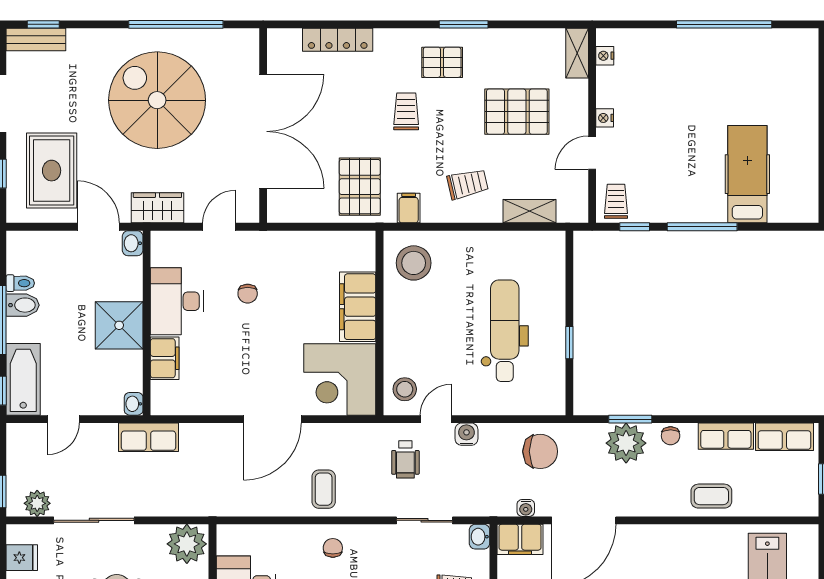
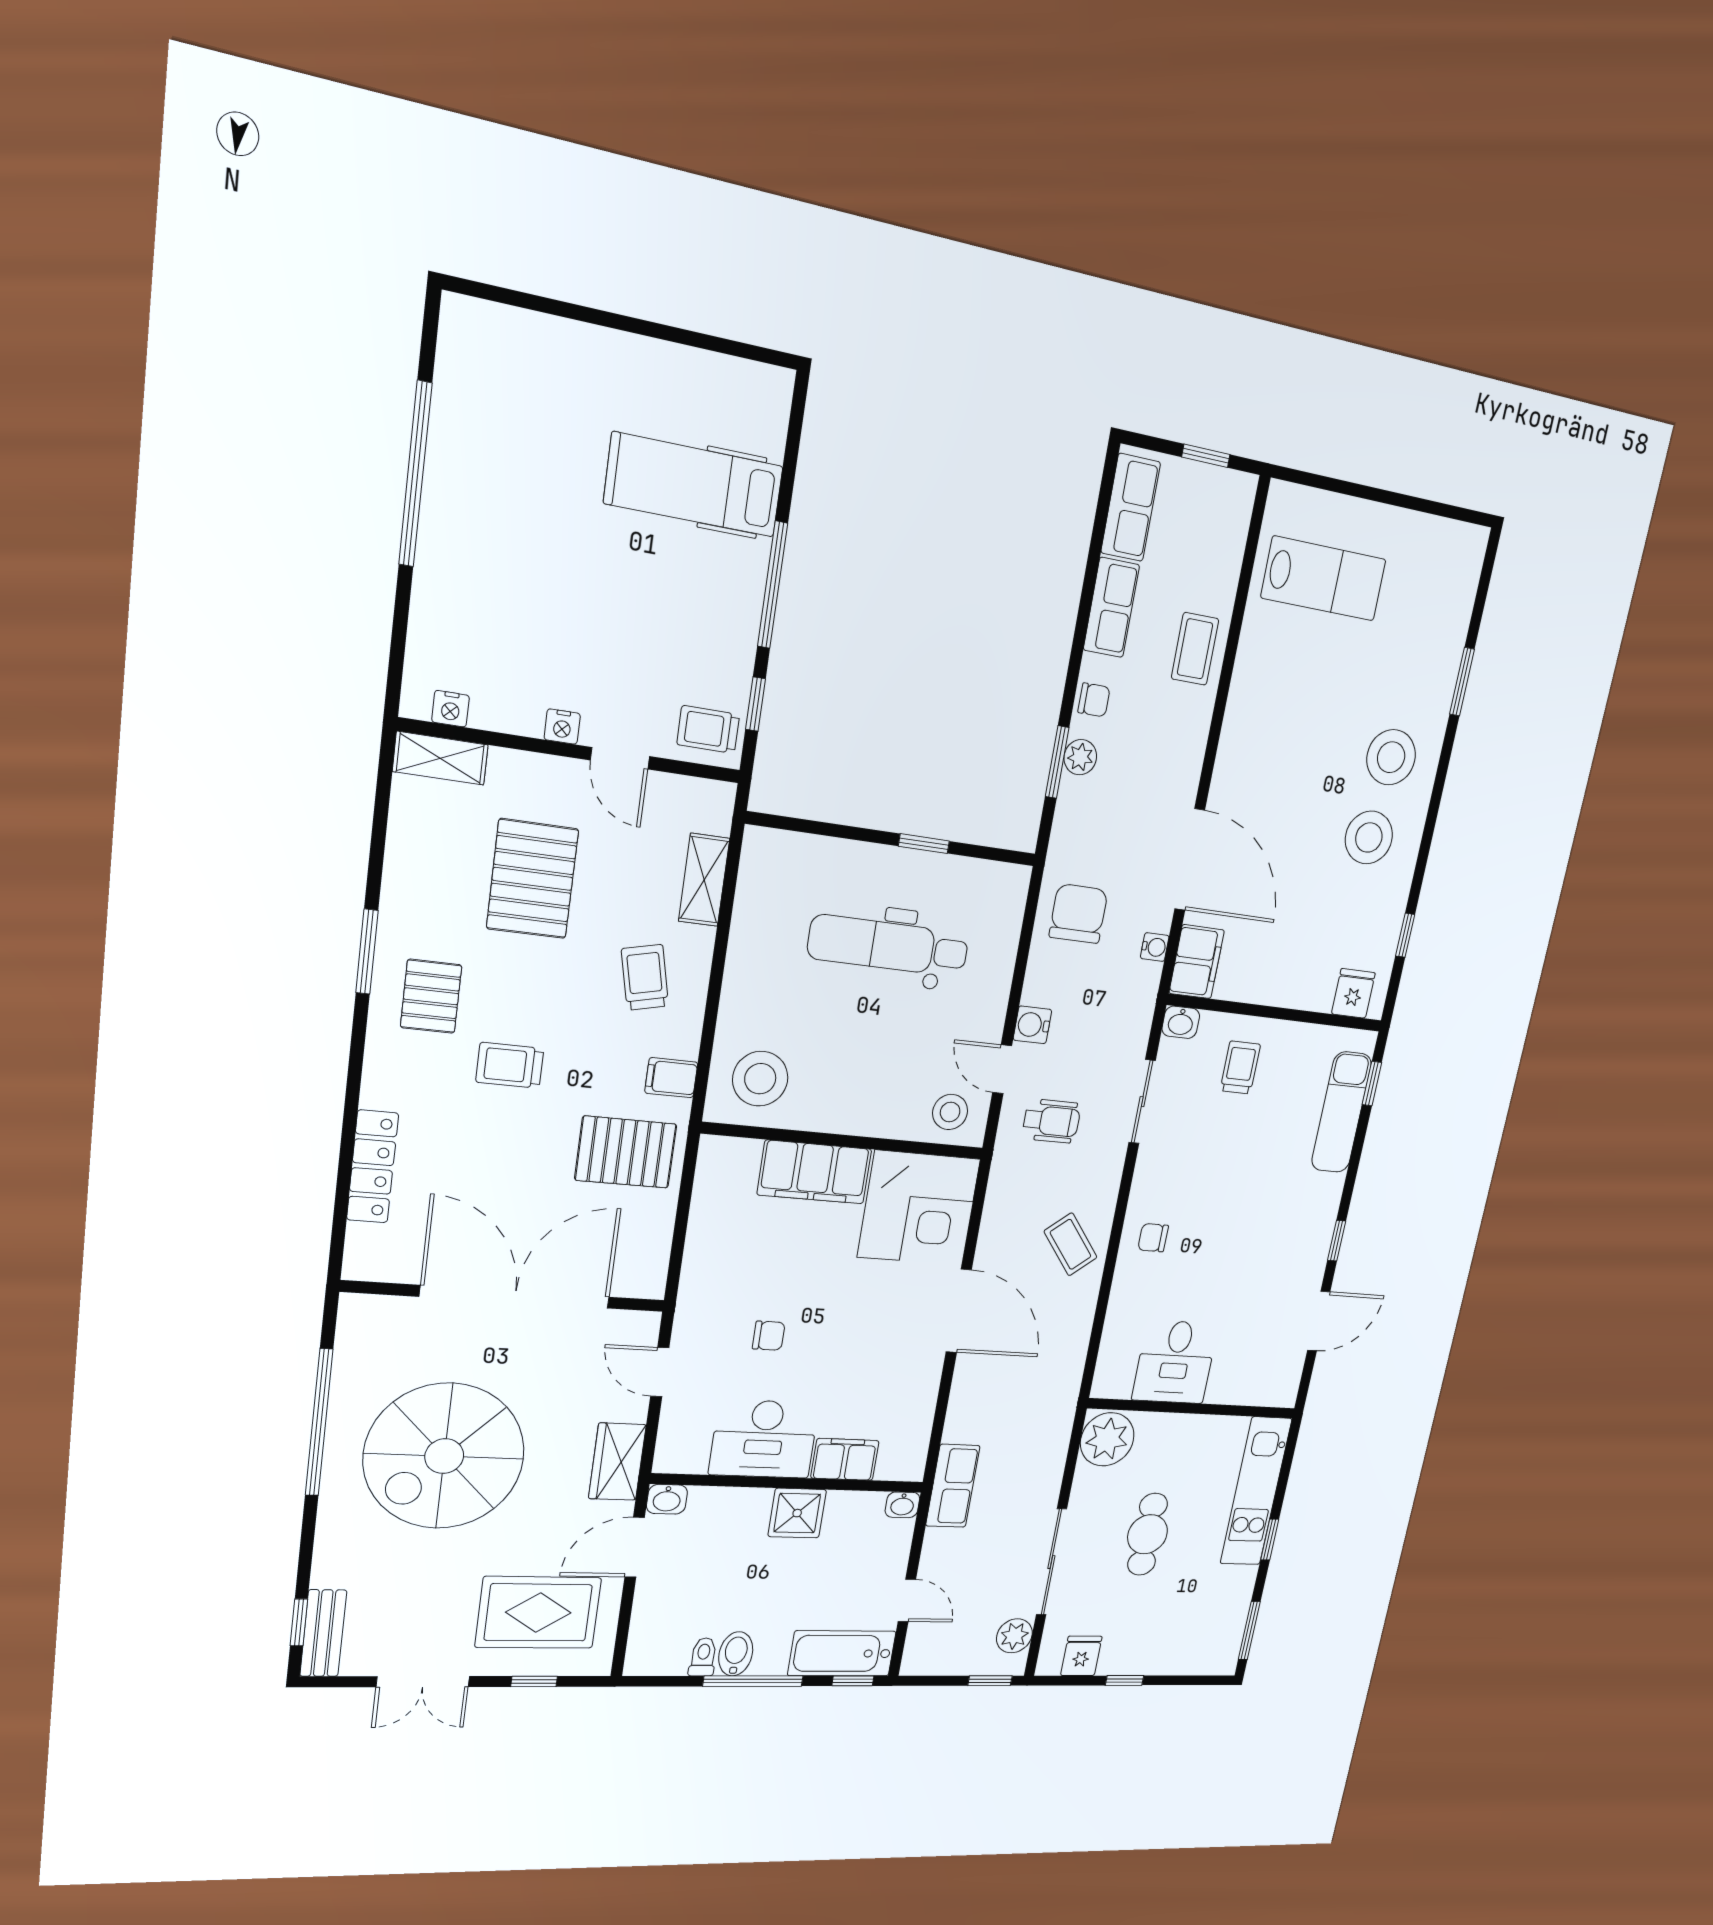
shower: (119, 325) -> (797, 1513), width x0.73, depth x0.73
plant: (626, 443) -> (1080, 757), width x0.53, depth x0.53
coffee table: (324, 489) -> (1070, 1244), turned 51

